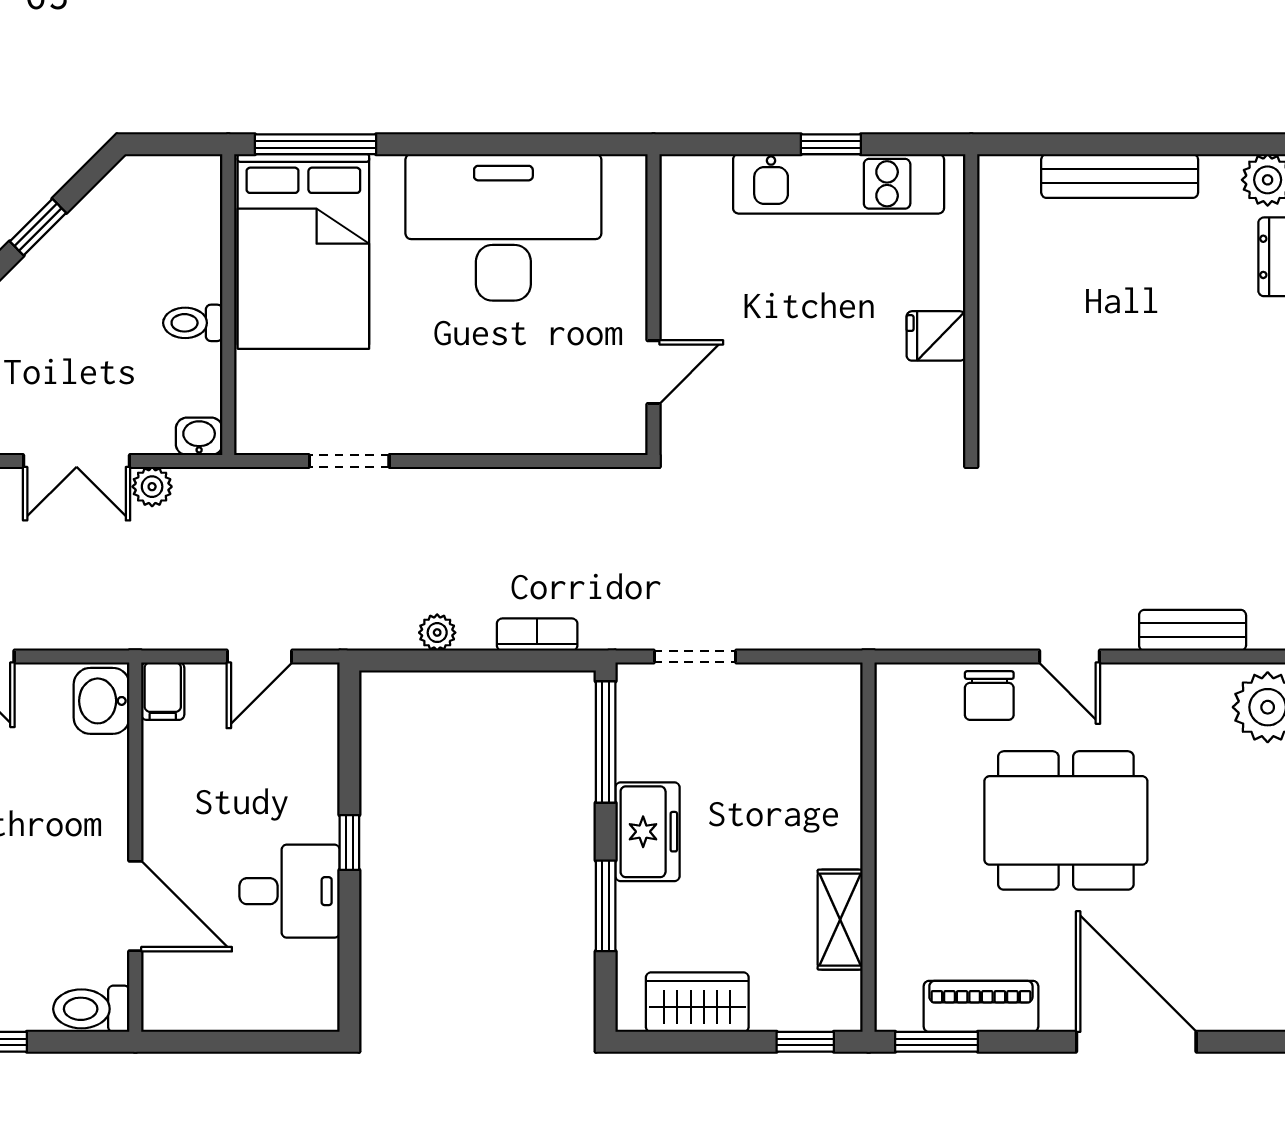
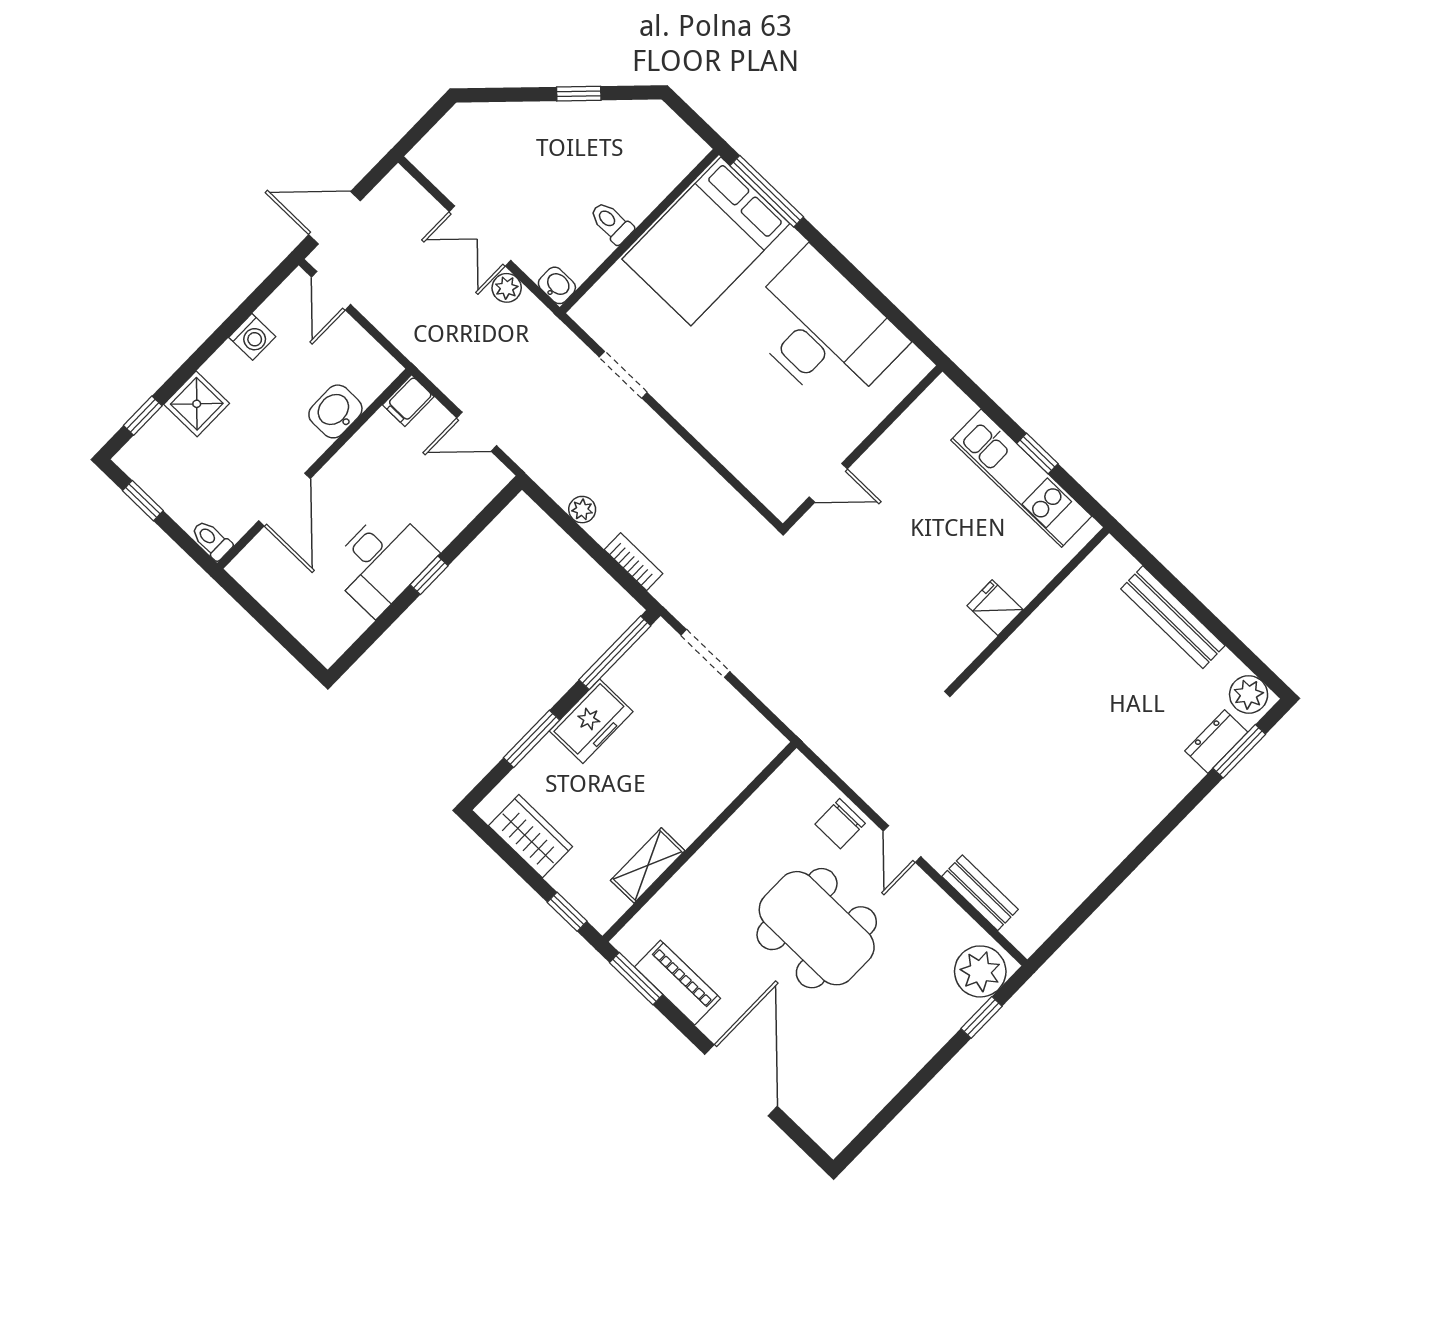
washbasin: (102, 701) -> (335, 411), moved
desk: (290, 891) -> (382, 561), width x1.37
toilet: (91, 1009) -> (211, 540), width x0.73, depth x0.72

